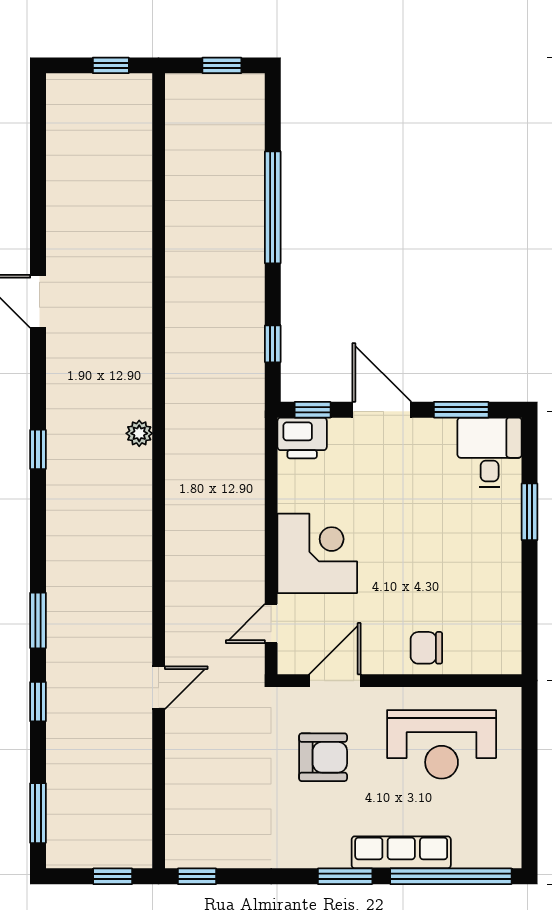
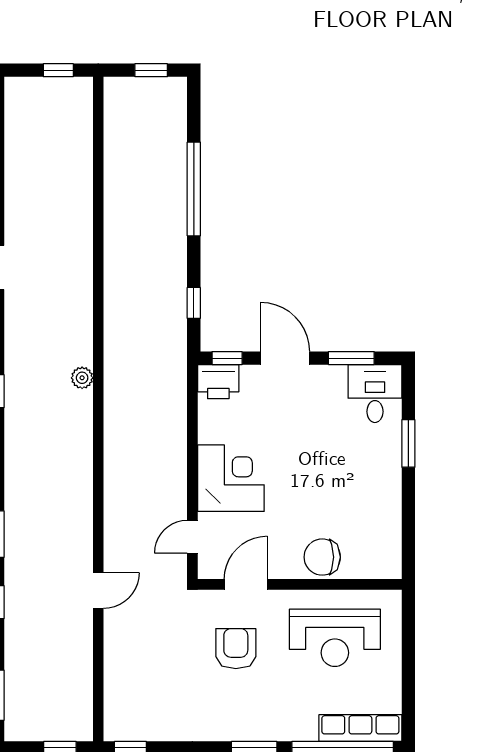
chair: (426, 648) -> (322, 557), width x1.37, depth x1.37
armchair: (323, 757) -> (236, 649), turned -90
row of seats: (401, 852) -> (360, 728), moved

